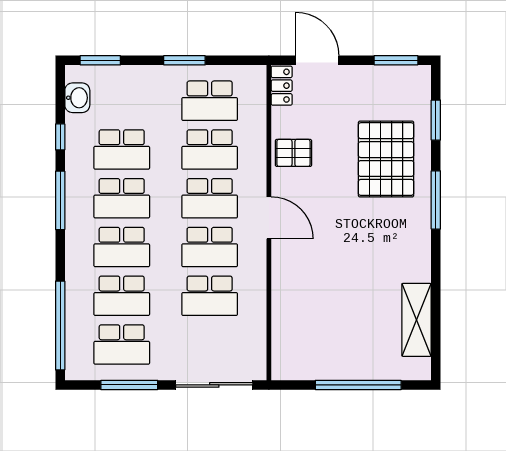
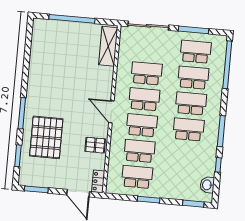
school desk: (122, 149) -> (186, 155), removed
shelving: (417, 320) -> (108, 46), moved

